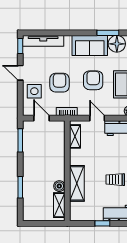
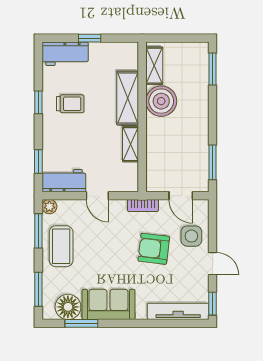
armchair: (93, 80) -> (103, 252), removed
armchair: (59, 83) -> (154, 249), turned 97
shelving: (75, 136) -> (131, 144), moved
boiler: (59, 186) -> (161, 101), width x1.86, depth x1.86
window: (20, 187) -> (213, 69), moved

